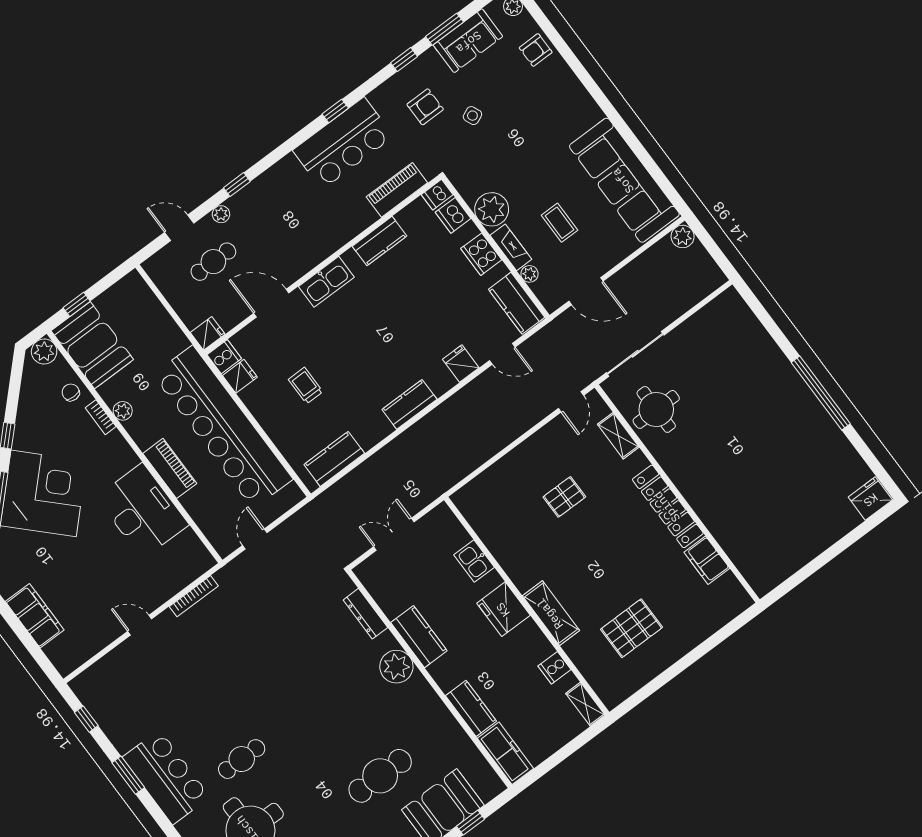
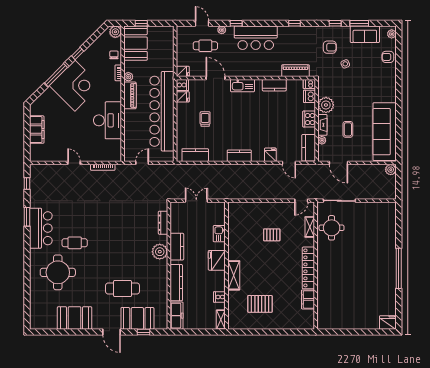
bar counter: (343, 143) -> (256, 38), moved
piano: (170, 468) -> (130, 95), moved
kitchen counter: (471, 708) -> (176, 283), width x1.50

